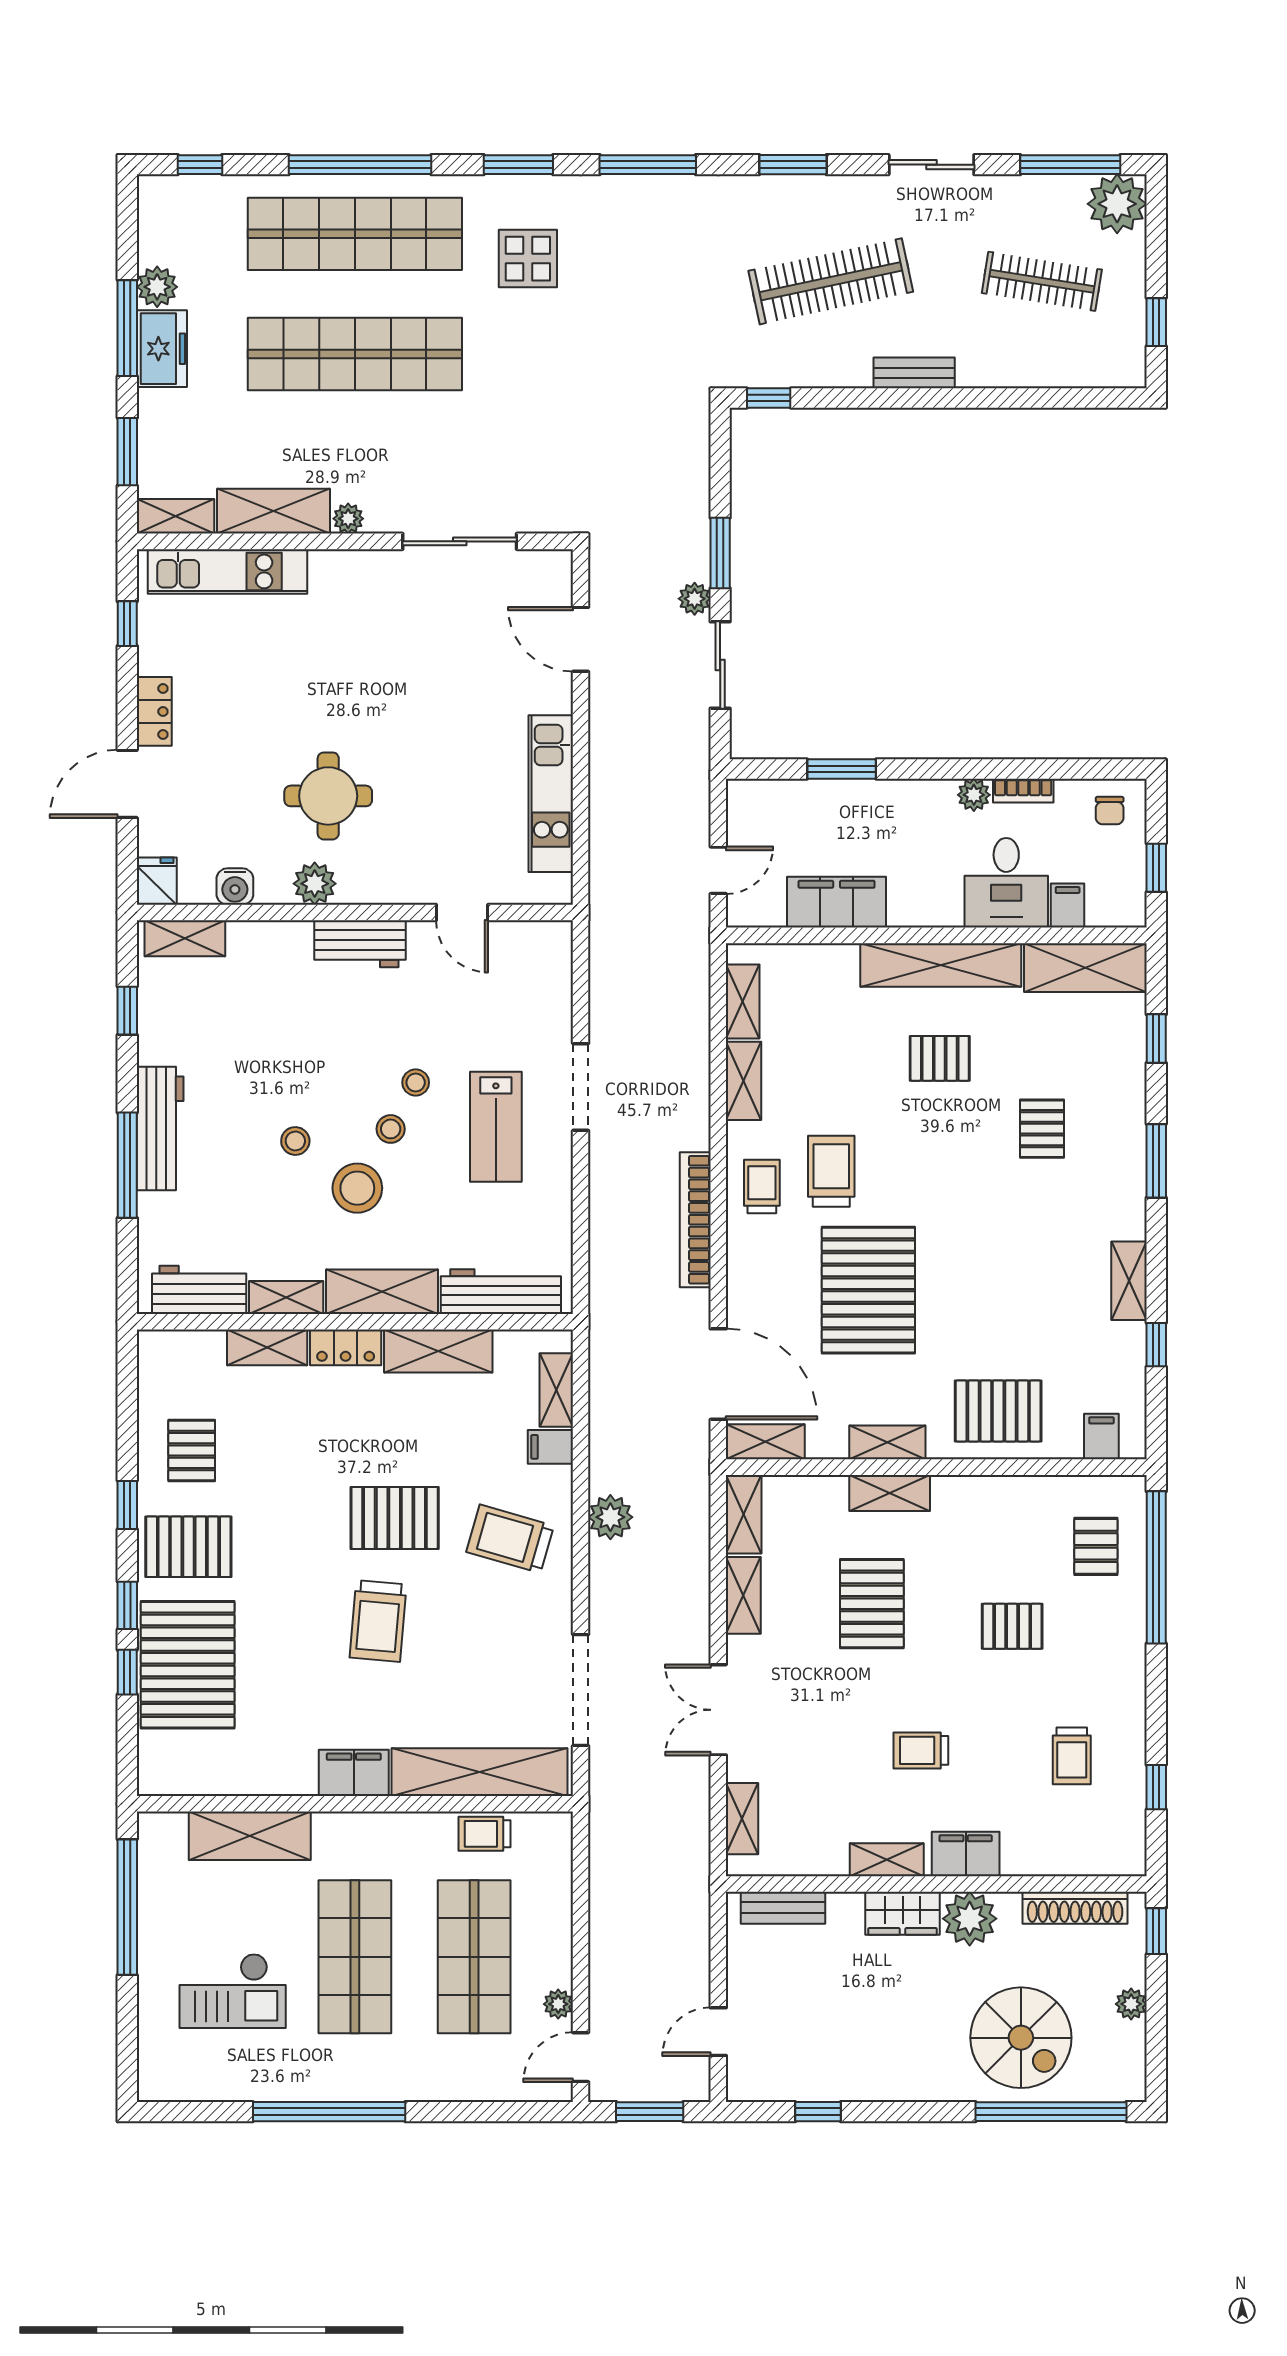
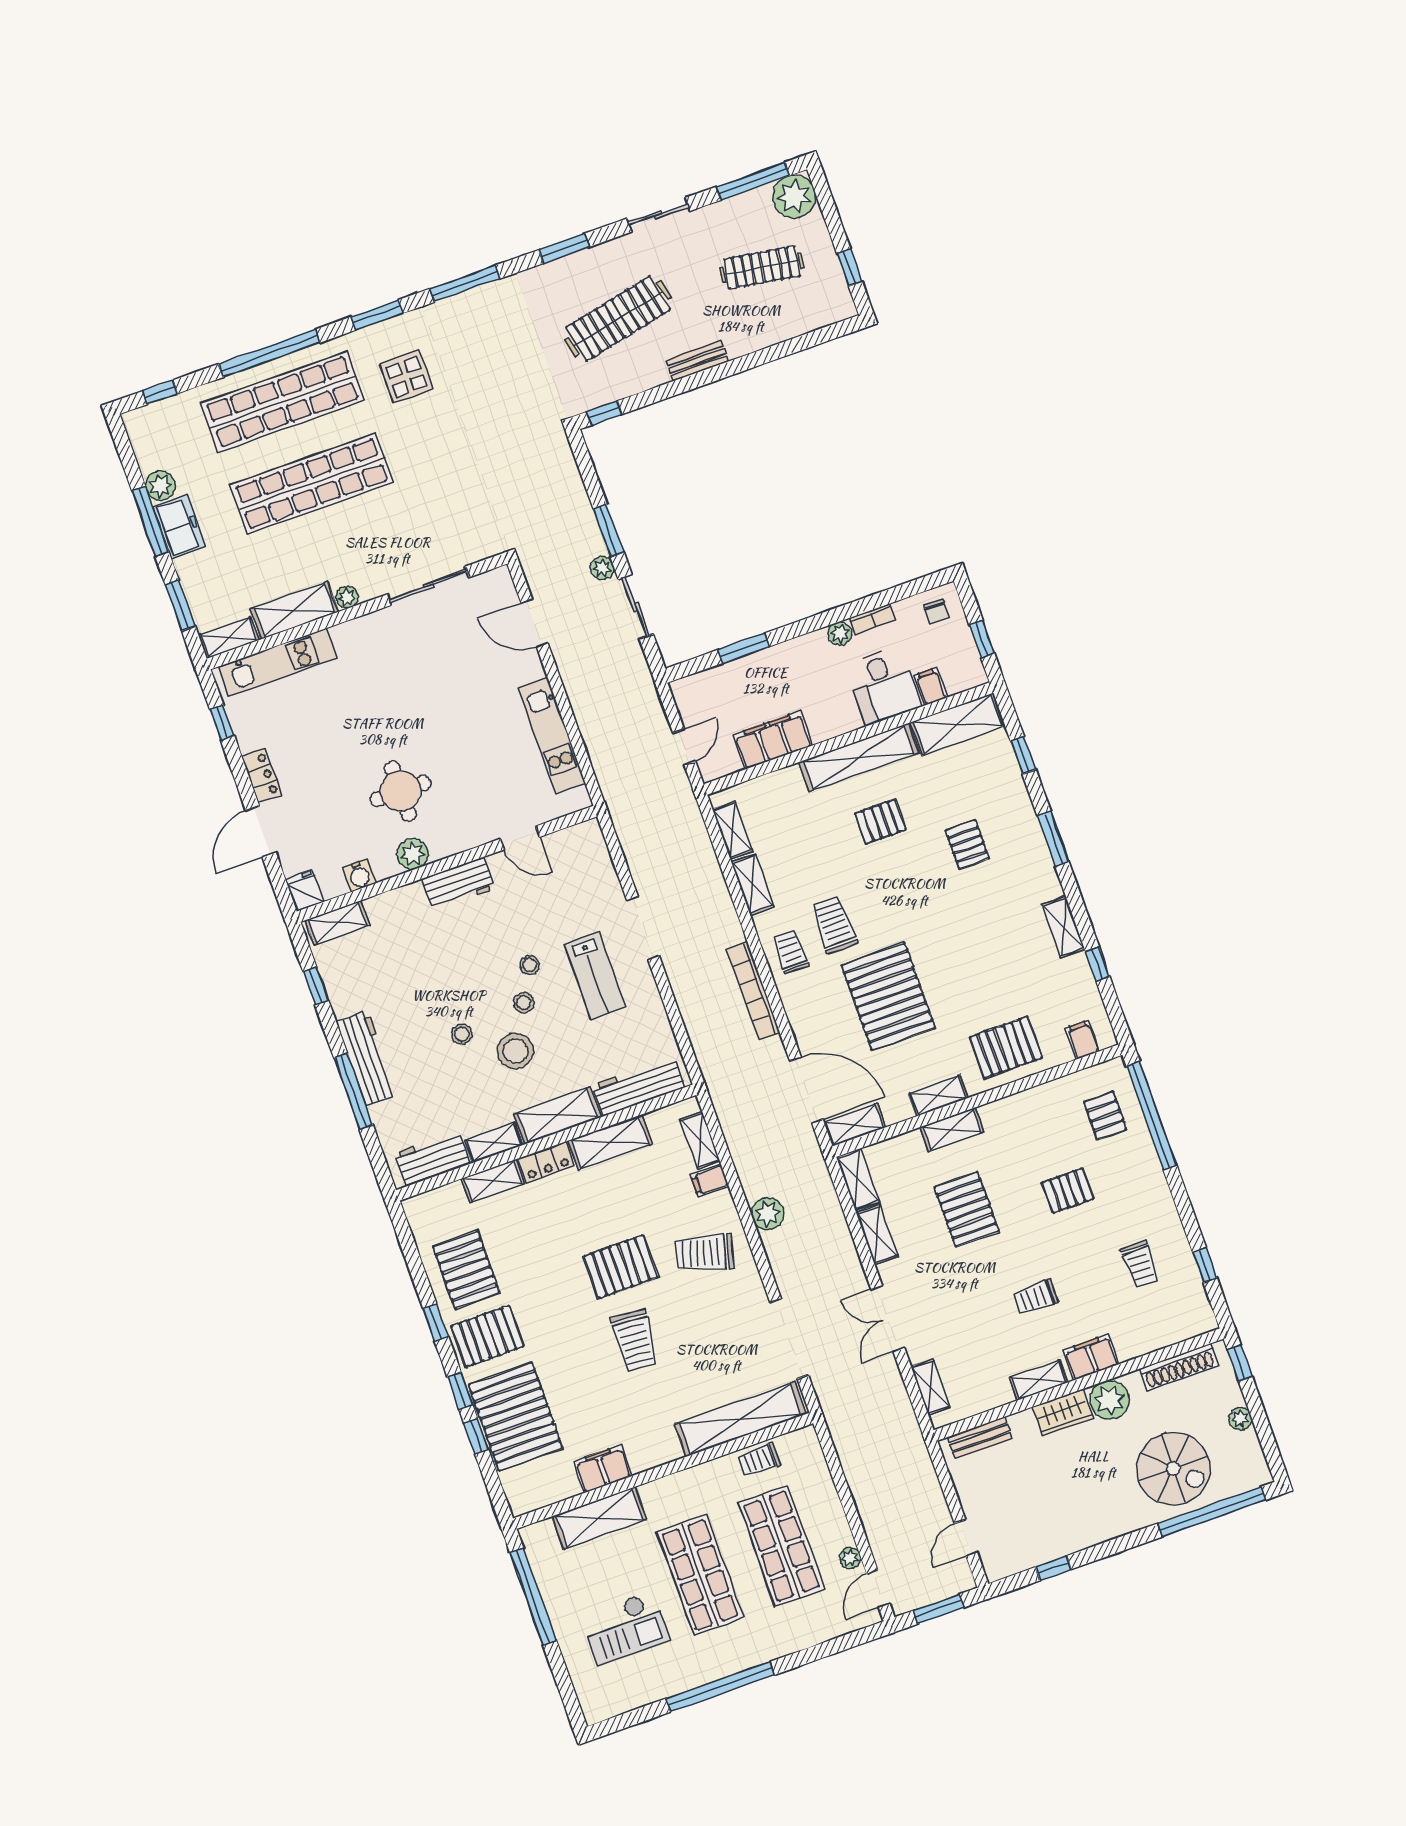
pallet: (192, 1450) -> (466, 1270), width x1.50, depth x1.42
filing cabinet: (354, 1773) -> (603, 1469), moved

